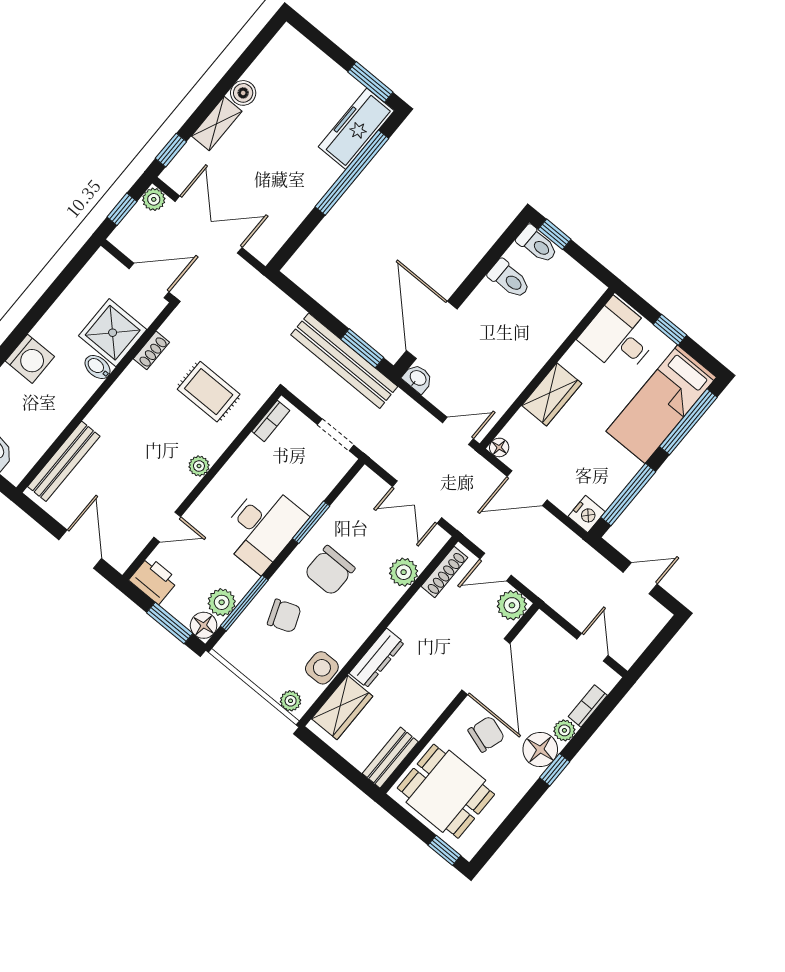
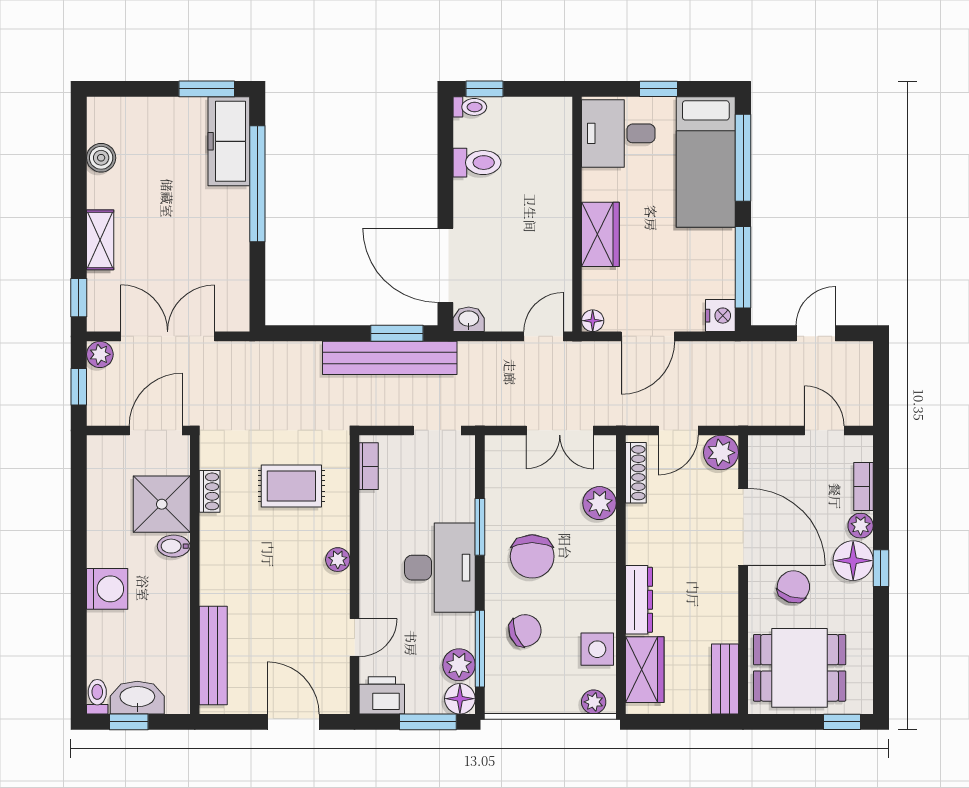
boiler: (243, 93) -> (101, 158), moved
toilet: (537, 244) -> (470, 107), width x0.73, depth x0.72

